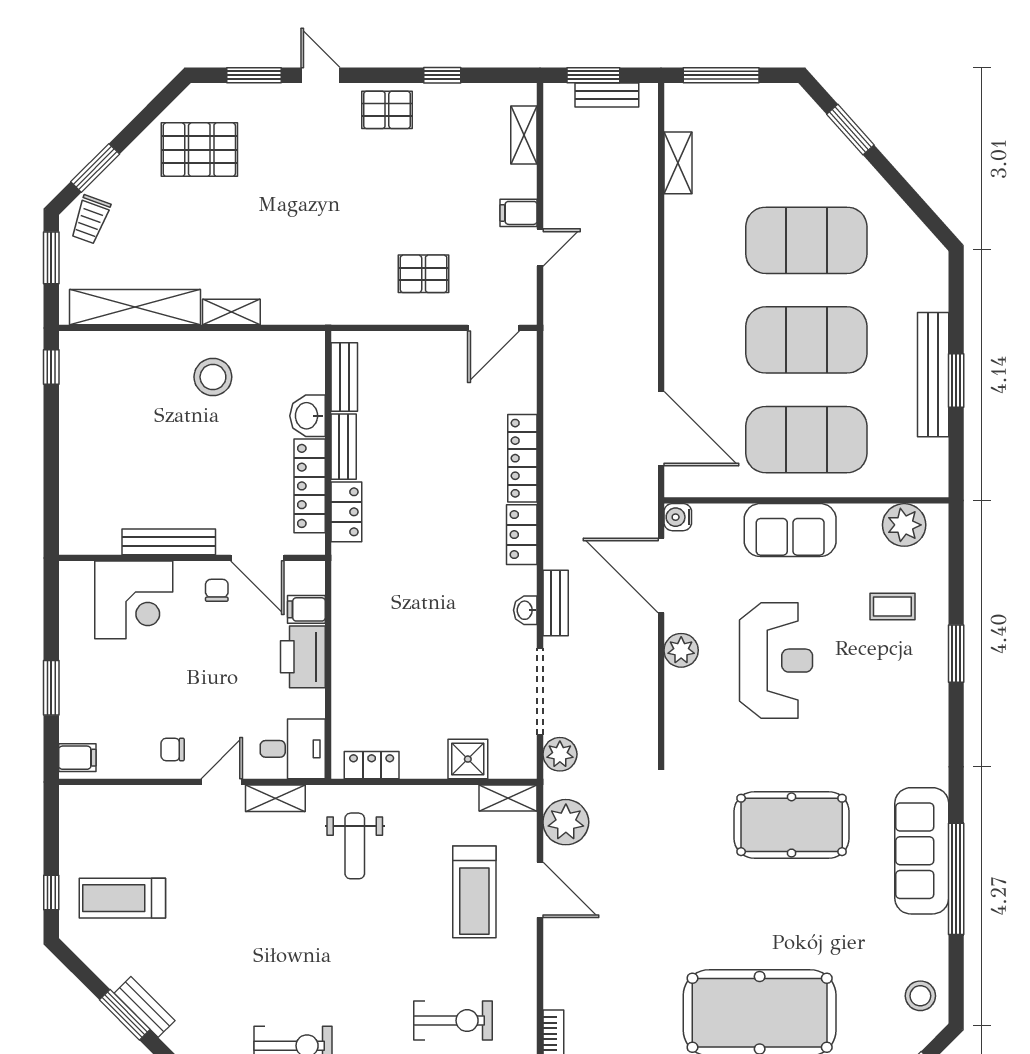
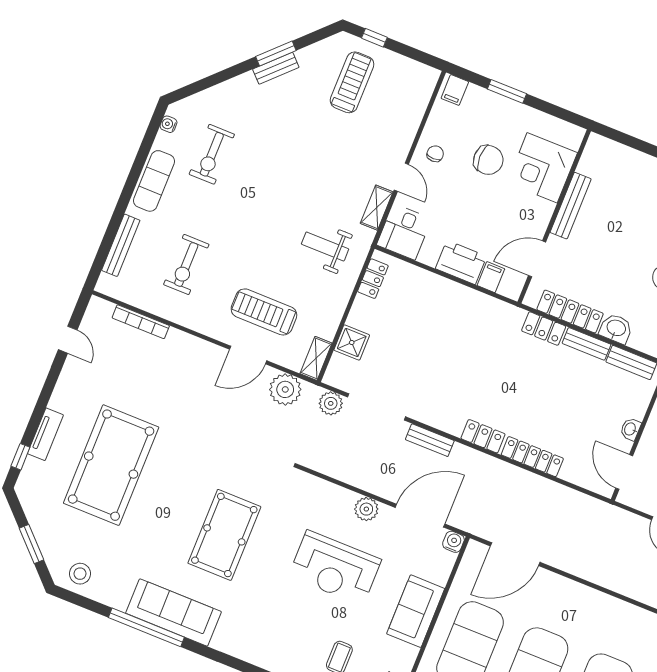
chair: (217, 590) -> (488, 160), moved, width x1.87, depth x1.87
washbasin: (525, 610) -> (630, 429), moved, turned -90

